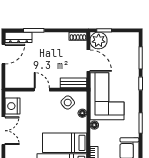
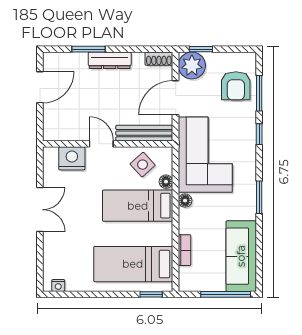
dresser: (19, 37) -> (110, 60), moved
armchair: (126, 53) -> (236, 86), added
door: (88, 61) -> (176, 98), swing flipped
bench: (73, 83) -> (144, 133), width x1.36
nightstand: (12, 106) -> (72, 158), moved, turned 90
bed: (65, 143) -> (138, 206), moved

